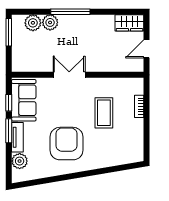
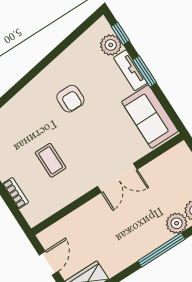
window: (9, 103) -> (120, 34), moved
coffee table: (104, 113) -> (51, 160), width x0.73, depth x0.77
armchair: (66, 144) -> (70, 99), width x0.53, depth x0.53

